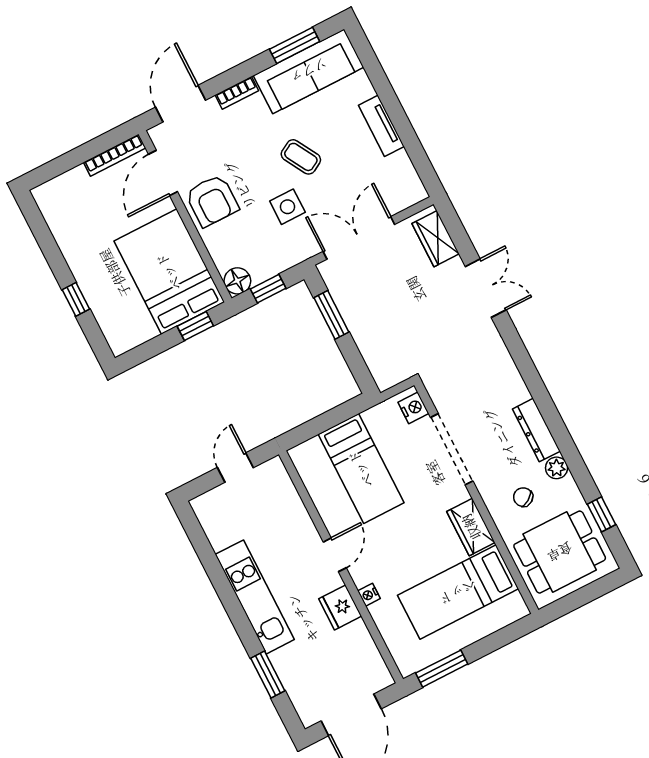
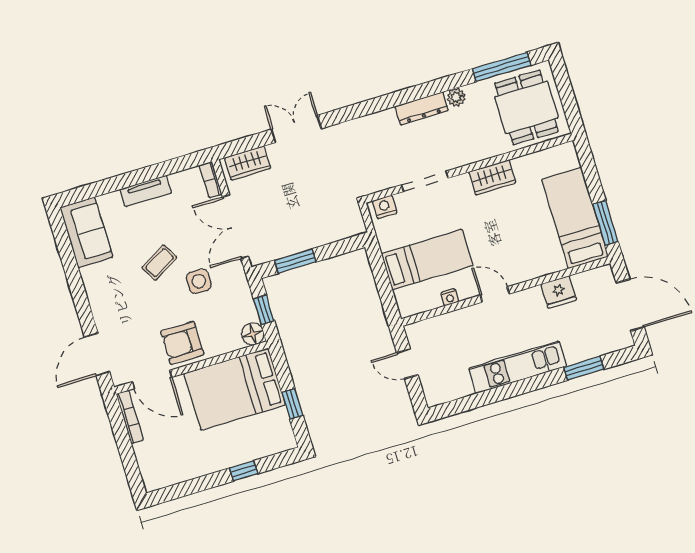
window: (295, 45) -> (66, 251), removed
sofa: (309, 71) -> (86, 232), width x0.73
bookcase: (237, 93) -> (211, 180), moved, turned 180
door: (181, 104) -> (97, 354), hinge flipped
armchair: (212, 201) -> (182, 343), turned 180
window: (195, 326) -> (292, 404), moved
doorway: (452, 449) -> (425, 181), width x0.73
chair: (523, 497) -> (475, 129), removed
window: (601, 514) -> (502, 67), width x2.17
bed: (458, 592) -> (575, 218), moved, turned 180
nightstand: (369, 595) -> (450, 297), moved
fridge: (340, 607) -> (559, 292), moved

